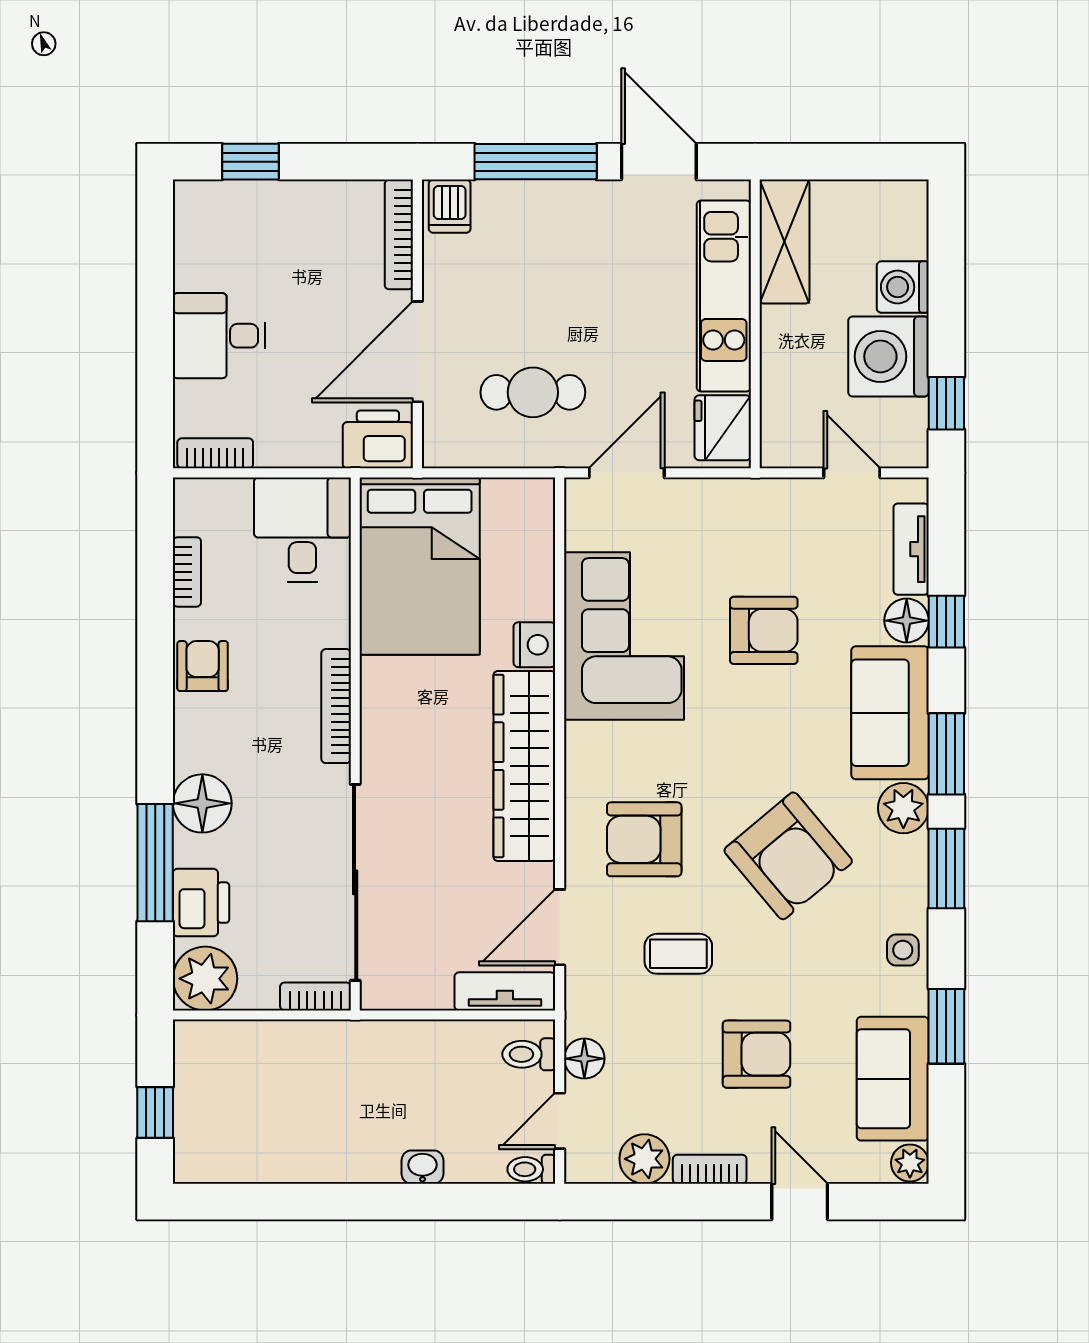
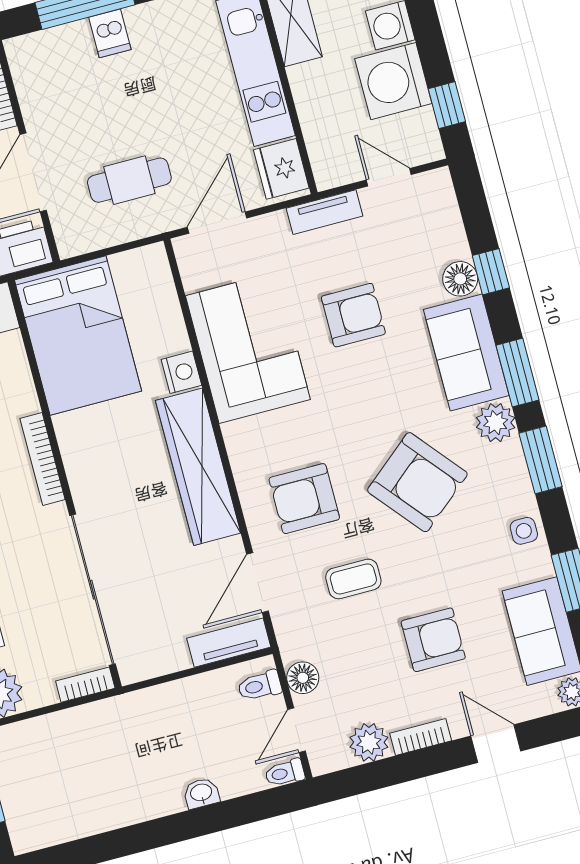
dishwasher: (450, 206) -> (110, 33), moved
tv unit: (911, 549) -> (324, 212), moved, turned -90

